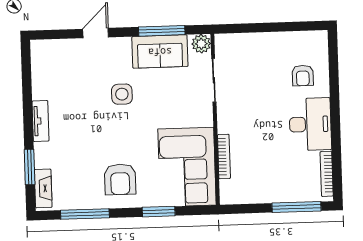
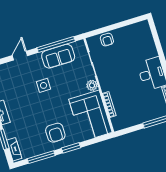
window: (162, 31) -> (56, 45), width x1.46
plant: (201, 44) -> (92, 85), moved
armchair: (303, 75) -> (107, 40), moved
window: (159, 212) -> (71, 148), moved

